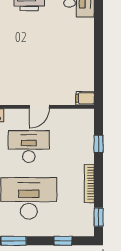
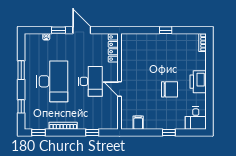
chair: (40, 39) -> (169, 89), added
window: (99, 40) -> (169, 133), added
filing cabinet: (85, 98) -> (138, 123), moved

